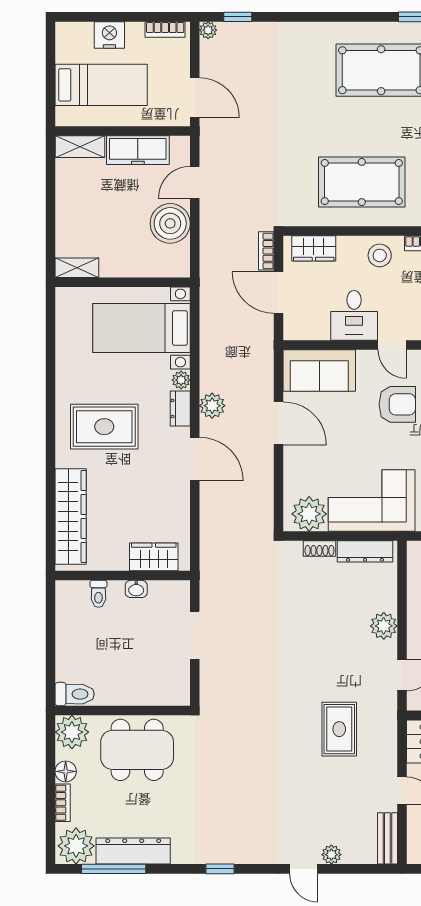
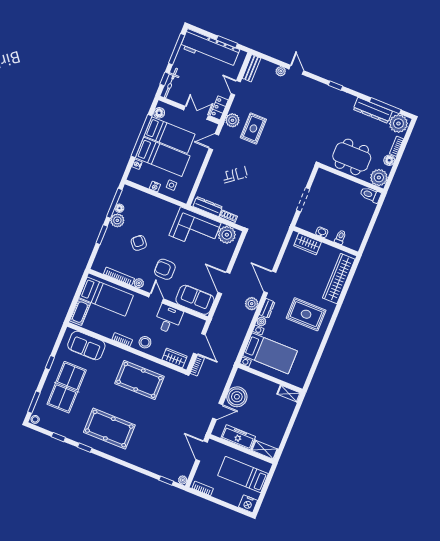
nightstand: (109, 35) -> (248, 504), moved
plant: (384, 626) -> (232, 120), moved

